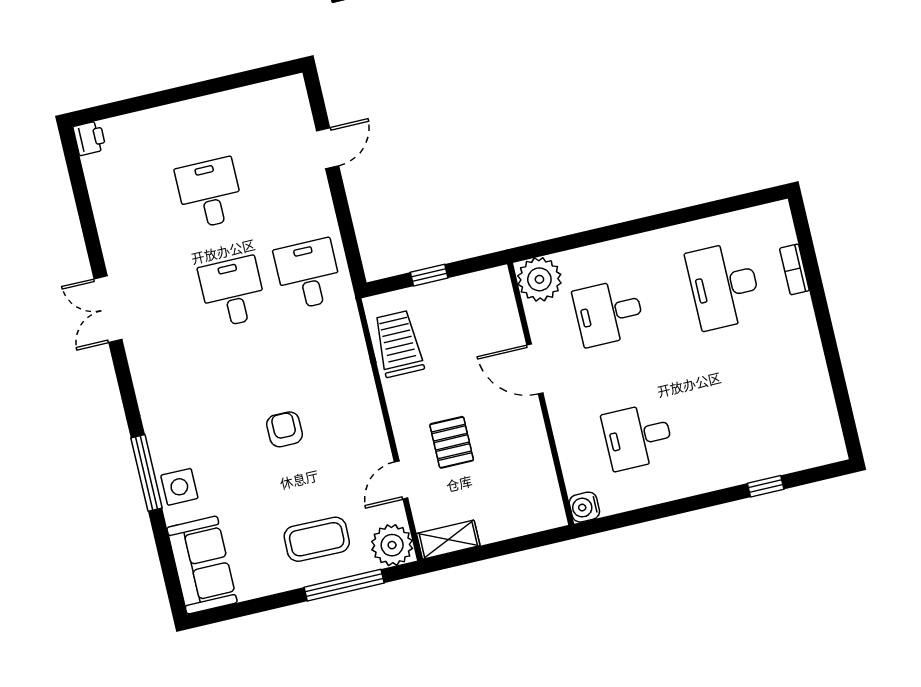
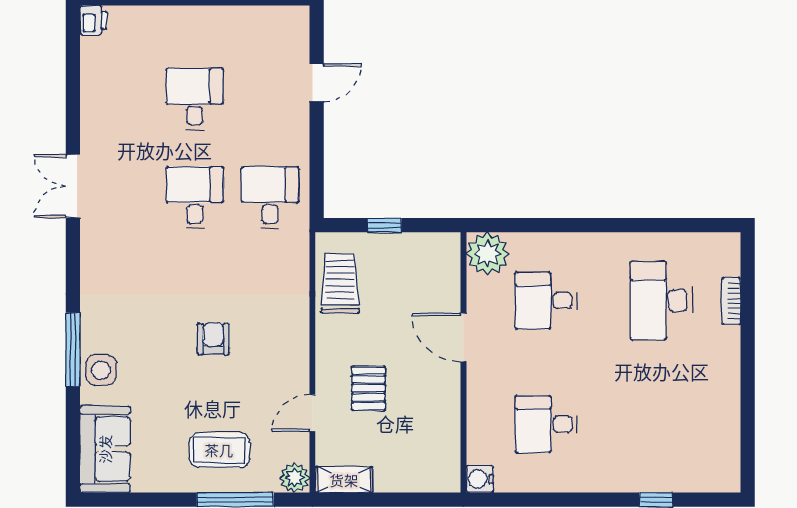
plant: (392, 545) -> (295, 478), width x0.73, depth x0.73

